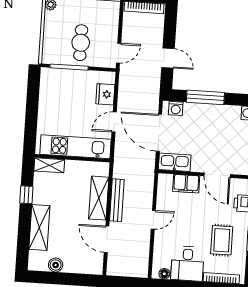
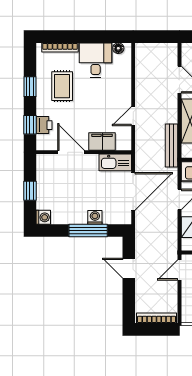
washing machine: (176, 108) -> (95, 217), moved
door: (159, 133) -> (133, 191), hinge flipped
bench: (117, 200) -> (172, 145), moved
door: (153, 220) -> (133, 116), moved

